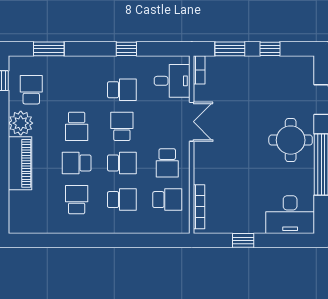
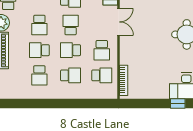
school desk: (122, 163) -> (71, 50), turned 180
school desk: (77, 200) -> (39, 75), turned 180
window: (243, 240) -> (178, 104), moved

